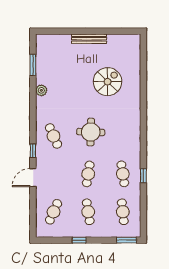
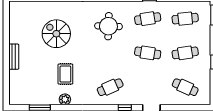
bench: (89, 39) -> (14, 57), width x0.73
rug: (67, 91) -> (65, 74), added
round table: (91, 132) -> (108, 26), moved

